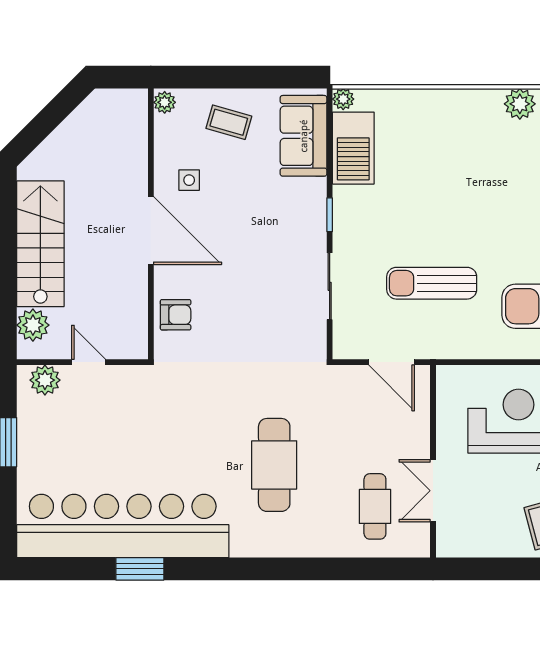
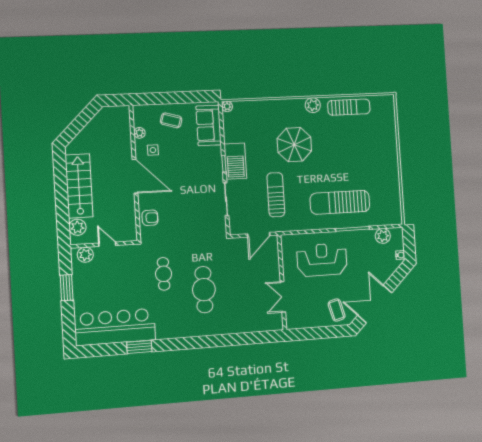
plant: (165, 102) -> (139, 133), moved
barbecue: (353, 148) -> (235, 161), moved
parasol: (476, 183) -> (294, 145), added
sun lounger: (432, 283) -> (276, 195), turned 90
door: (392, 362) -> (259, 235), hinge flipped
cafe table: (375, 506) -> (164, 274), moved
bar counter: (123, 526) -> (115, 327), width x0.73

